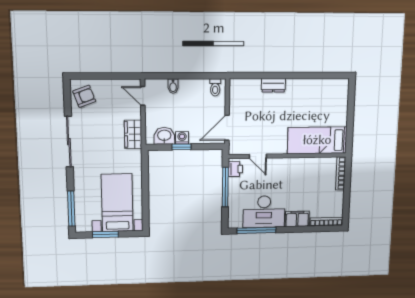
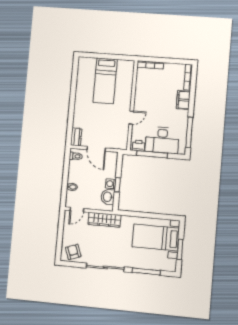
dresser: (273, 85) -> (76, 137), moved
door: (227, 128) -> (96, 149), moved
wardrobe: (133, 134) -> (104, 220), width x1.50
bed: (317, 140) -> (105, 81), moved
door: (258, 156) -> (131, 118), moved
window: (71, 209) -> (146, 271), moved
desk: (264, 212) -> (162, 140), moved, turned 90

